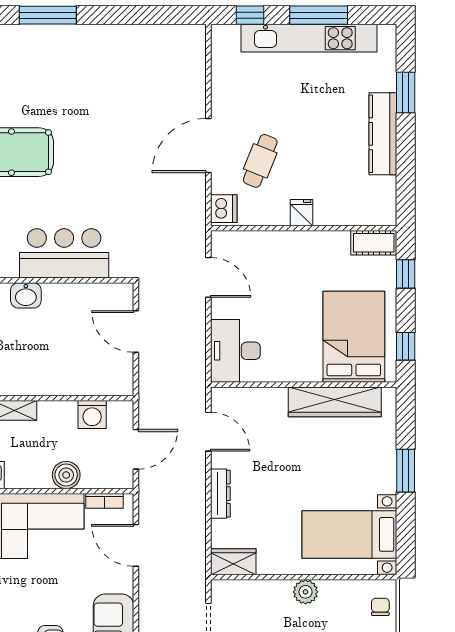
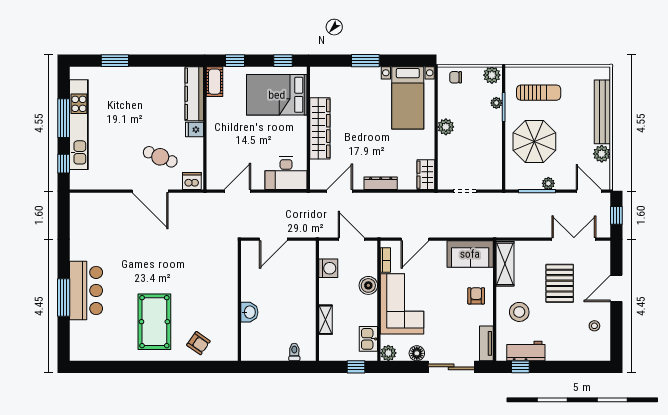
kitchen counter: (383, 134) -> (194, 94), moved, turned 90
bar counter: (64, 253) -> (86, 290), moved, turned 180
wardrobe: (335, 402) -> (320, 128), moved

